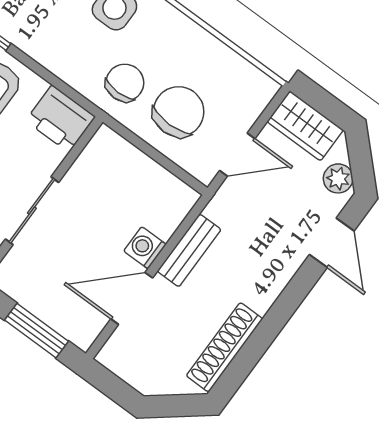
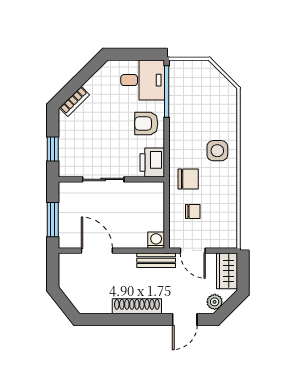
chair: (179, 112) -> (193, 211), width x0.54, depth x0.54
washing machine: (145, 248) -> (156, 240), moved
bench: (189, 250) -> (156, 260), moved
shoe rack: (224, 347) -> (137, 306), moved

